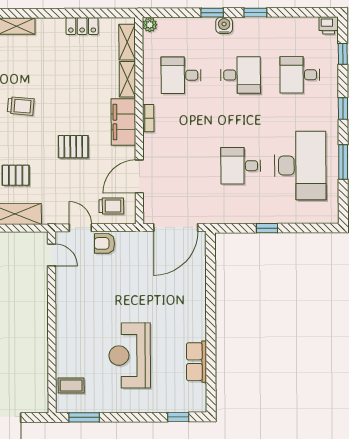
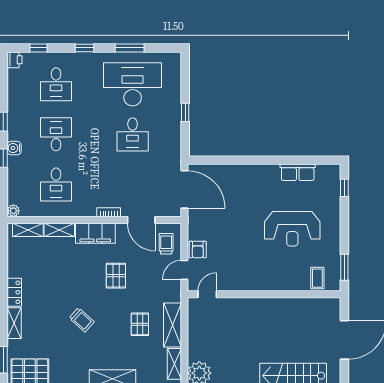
locker: (82, 26) -> (14, 292), moved
trolley: (21, 106) -> (82, 320), turned 127
bookcase: (148, 118) -> (109, 212), moved

